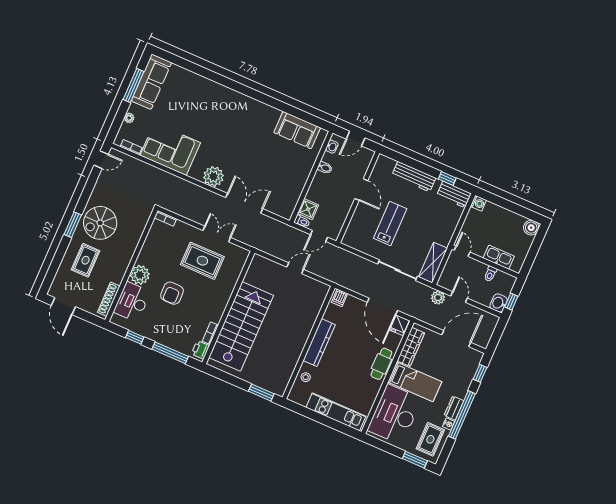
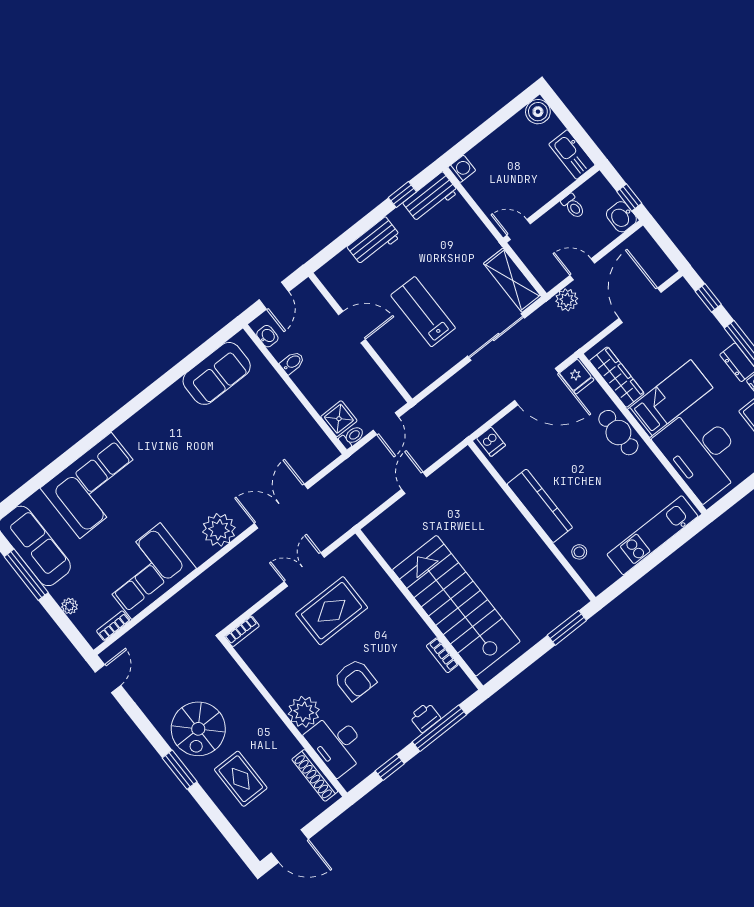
corner sofa: (202, 97) -> (95, 485), added
workbench: (414, 177) -> (374, 241), width x0.73
kitchen sink: (499, 257) -> (572, 154), moved, turned -90
printer: (200, 350) -> (425, 717), moved, turned 90

